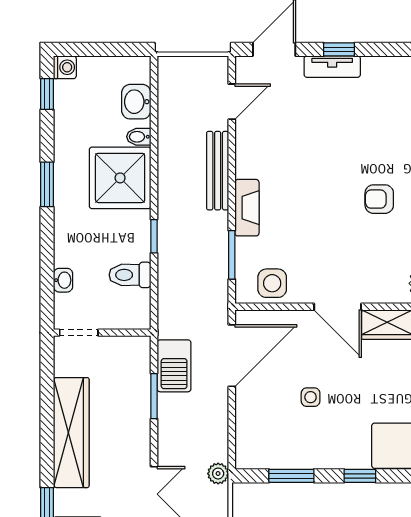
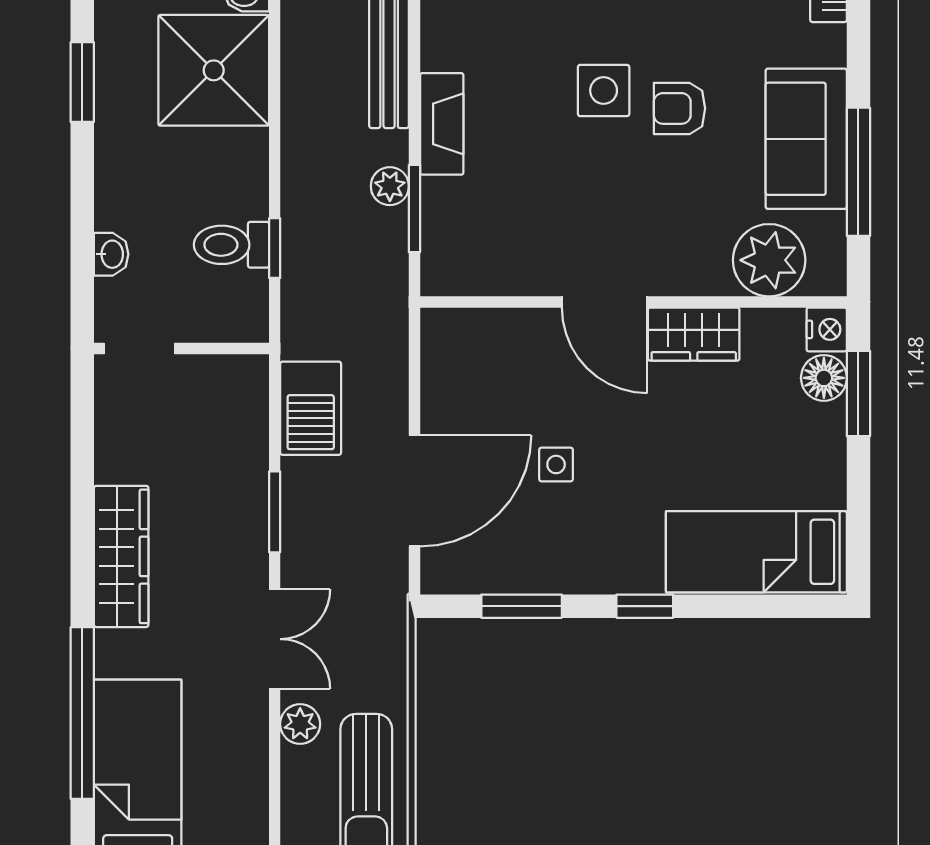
window: (154, 236) -> (275, 248), moved
side table: (272, 283) -> (604, 91), moved
door: (232, 356) -> (414, 491), moved
window: (154, 396) -> (275, 512), moved
wardrobe: (71, 433) -> (121, 556), width x0.71, depth x0.85
plant: (218, 474) -> (390, 186), moved

